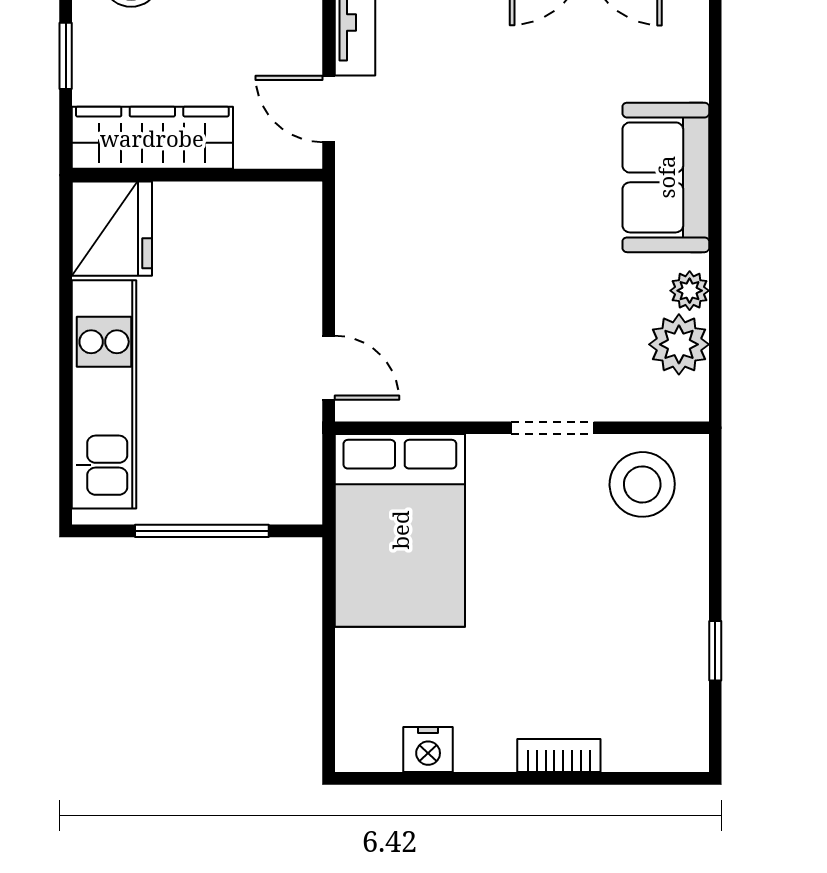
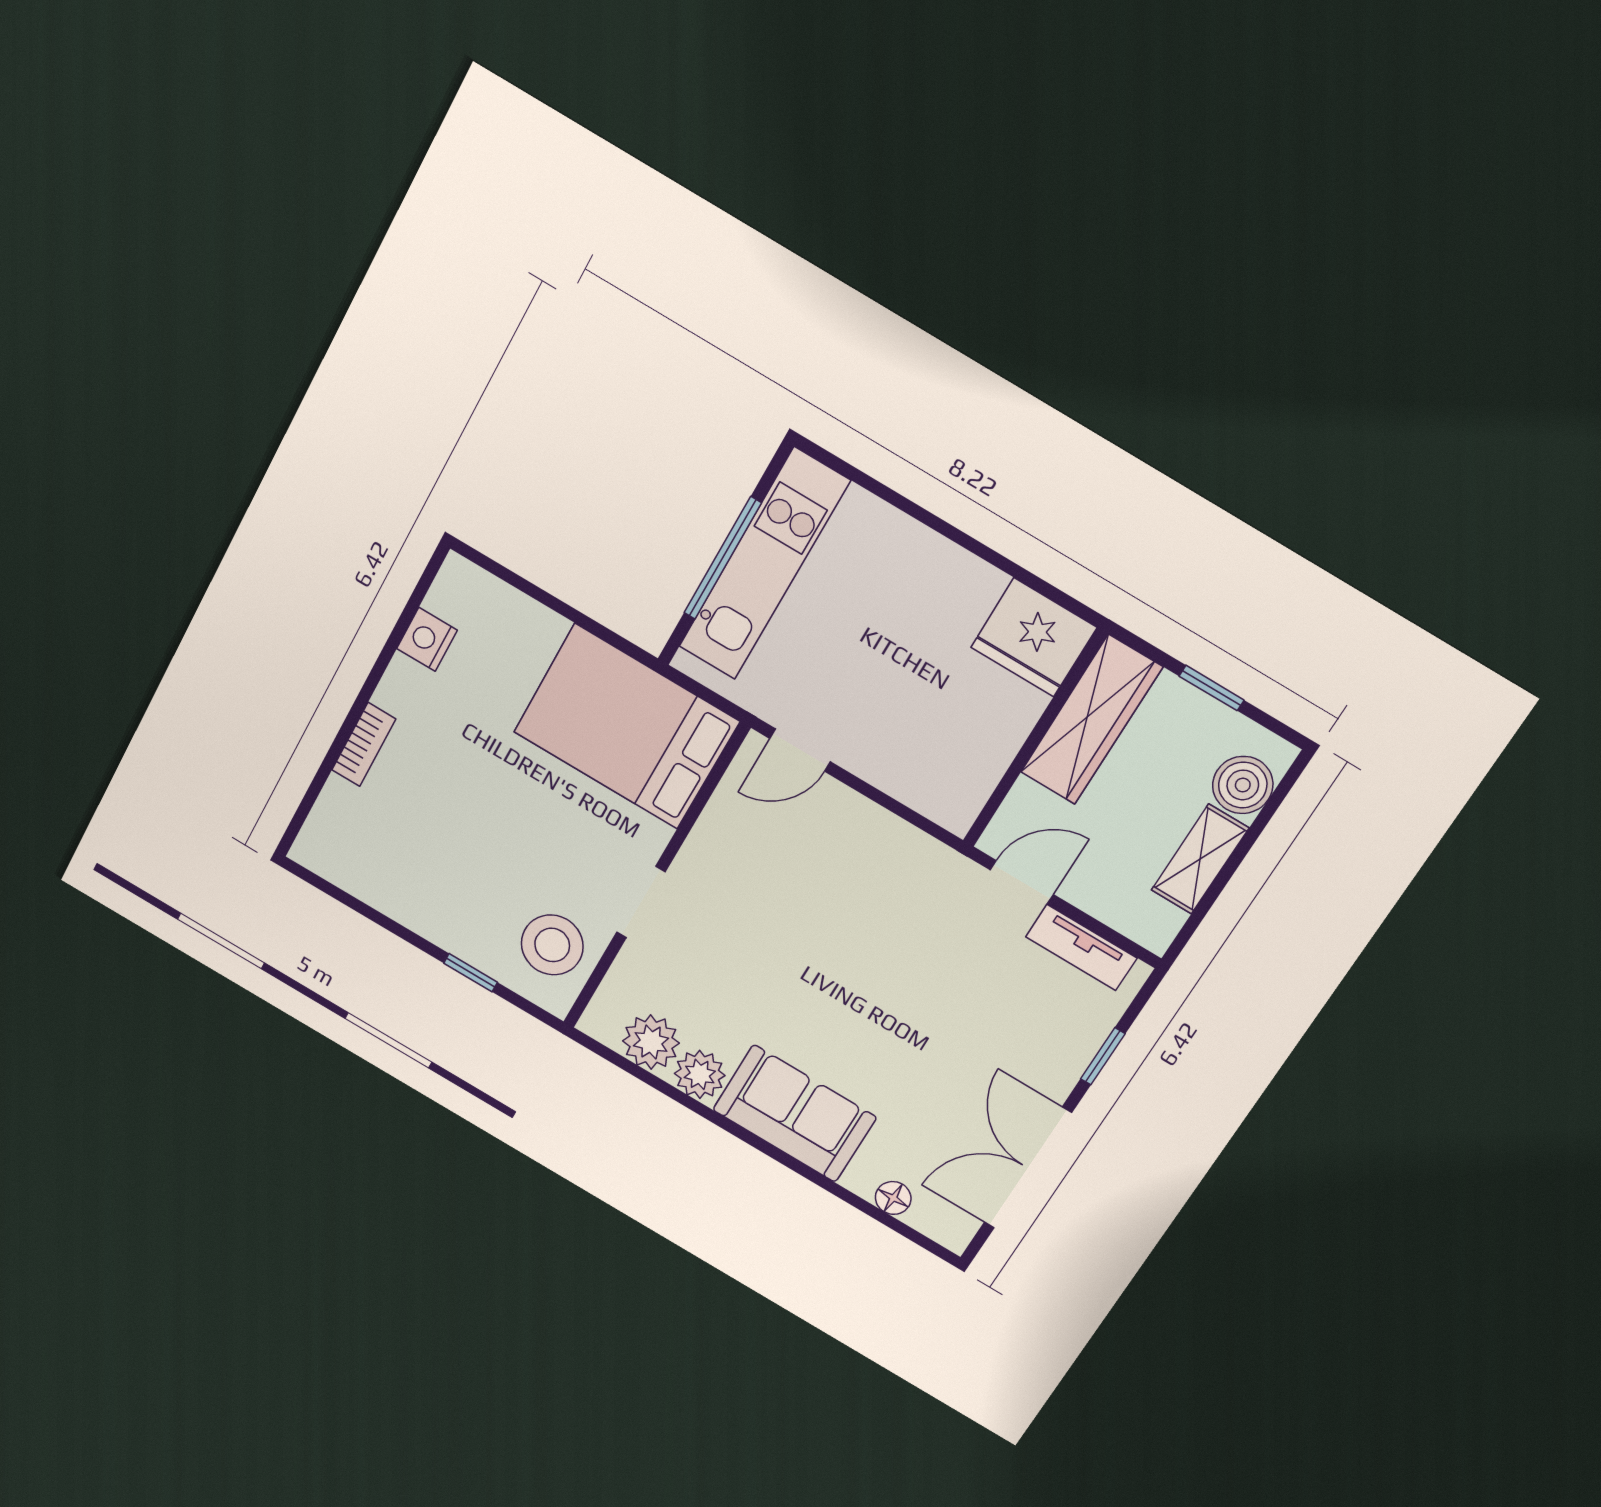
floor lamp: (691, 43) -> (893, 1198), added
plant: (690, 291) -> (700, 1074), width x1.38, depth x1.38
kitchen unit: (104, 394) -> (764, 564), moved, turned -90
window: (715, 651) -> (471, 973), moved

